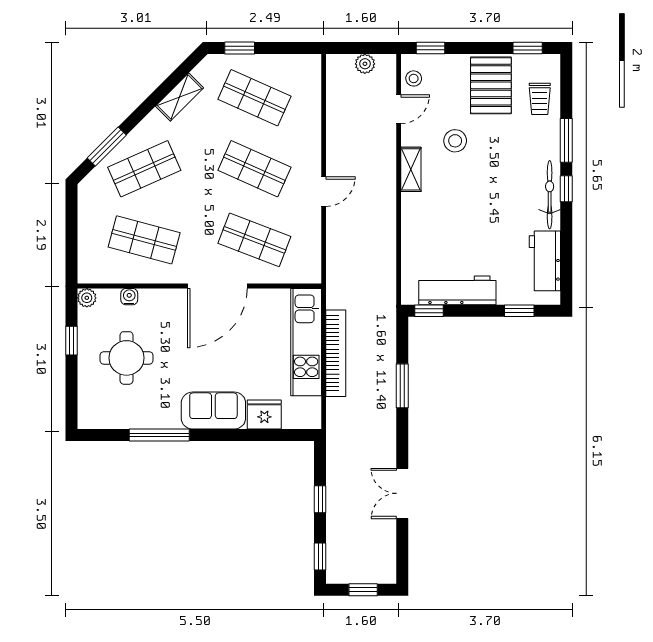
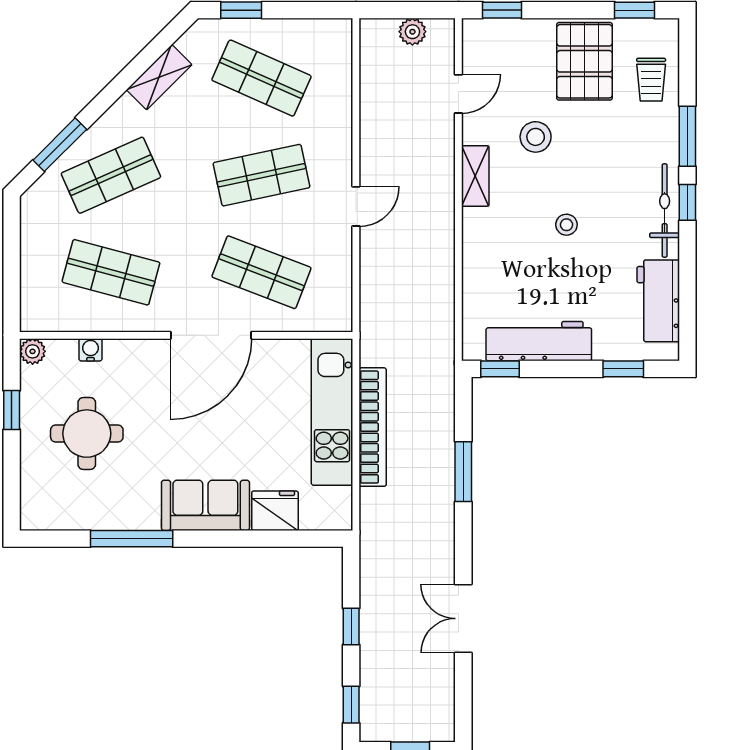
stool: (414, 78) -> (566, 225), moved
shop shelf: (254, 169) -> (261, 175), turned -36

